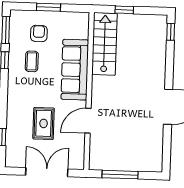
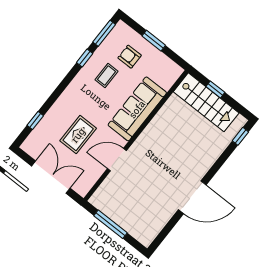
armchair: (39, 33) -> (130, 57), turned -90
stairs: (104, 44) -> (206, 102), moved, turned 90

